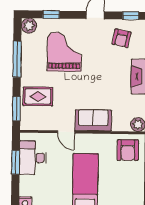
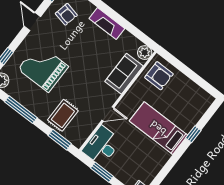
sofa: (93, 120) -> (124, 74), moved
desk: (33, 158) -> (102, 146), moved, turned 90

